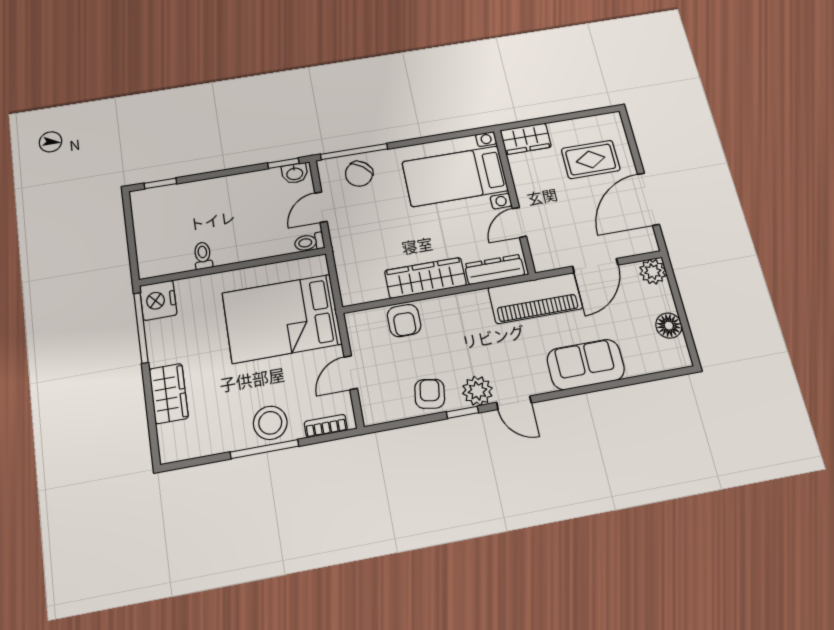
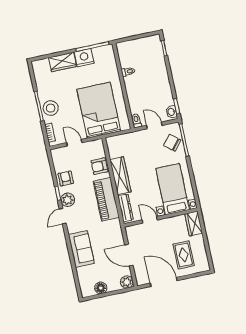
piano: (535, 298) -> (106, 199), moved
nightstand: (158, 300) -> (84, 58), moved
armchair: (430, 394) -> (66, 178), turned -99

